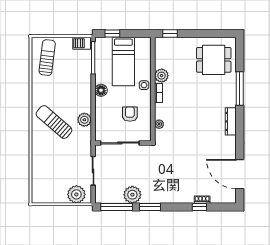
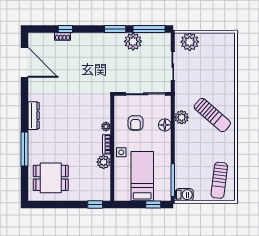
floor lamp: (101, 90) -> (165, 125), moved
plant: (159, 124) -> (106, 126), moved

